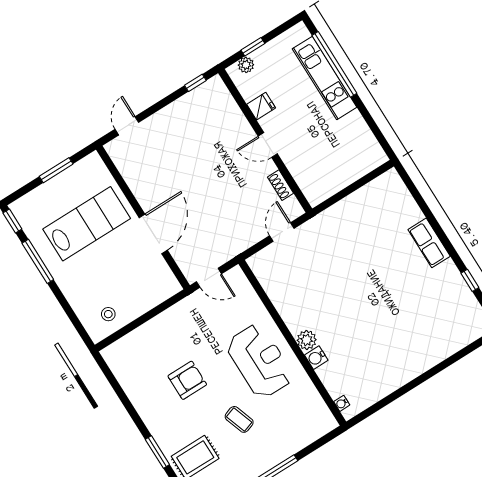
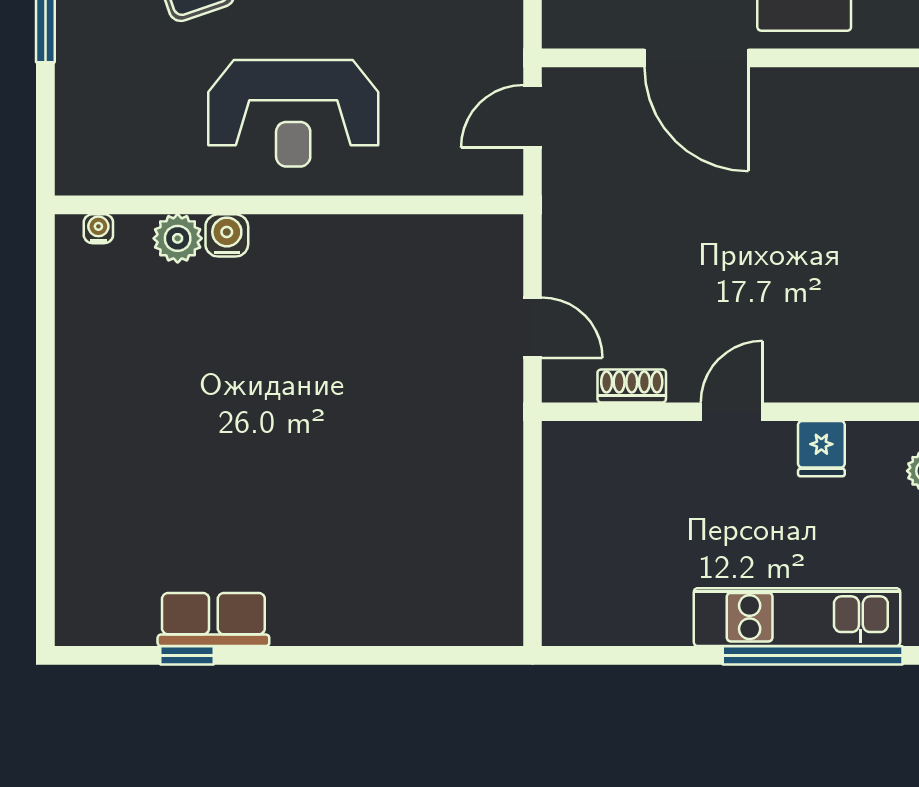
row of seats: (429, 243) -> (213, 620), moved
plant: (307, 340) -> (178, 238), moved

